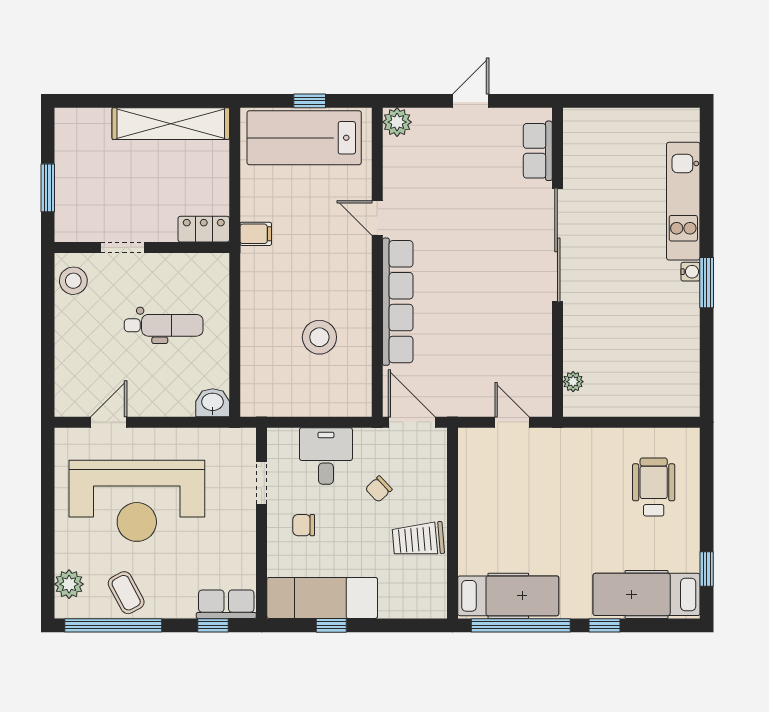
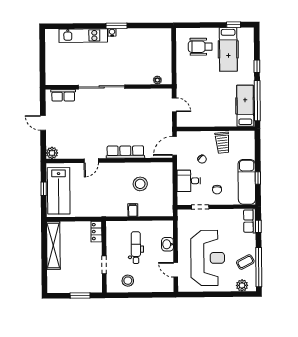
filing cabinet: (256, 234) -> (133, 210), moved
stool: (73, 281) -> (128, 281), moved
row of seats: (398, 302) -> (125, 152), width x0.73
washbasin: (213, 403) -> (167, 244), moved
door: (512, 422) -> (174, 105), swing flipped
hospital bed: (647, 594) -> (228, 49), moved

